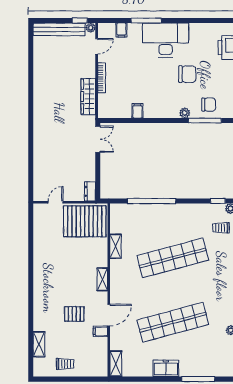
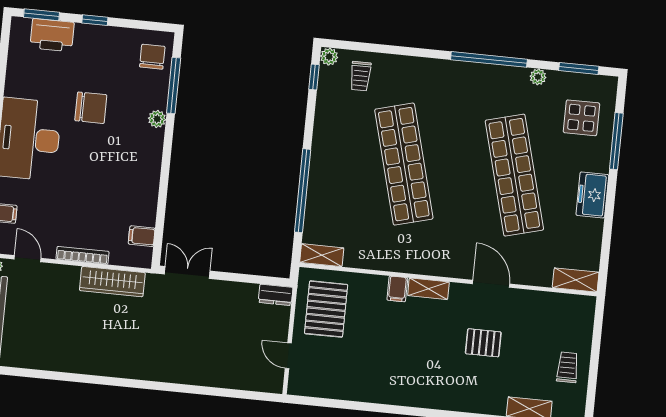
chair: (187, 74) -> (91, 108), turned 90
chair: (209, 105) -> (152, 57), moved
filing cabinet: (137, 111) -> (142, 236), moved
pallet: (85, 221) -> (326, 309), width x0.73, depth x0.71
shelving: (116, 246) -> (322, 255), moved
pallet: (74, 314) -> (483, 343), turned 90
filing cabinet: (100, 331) -> (397, 289), moved
display table: (210, 358) -> (581, 118), added

